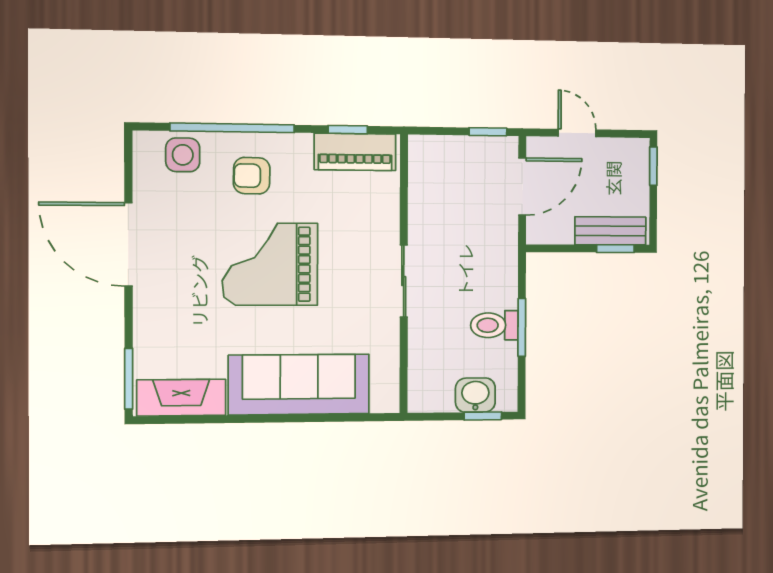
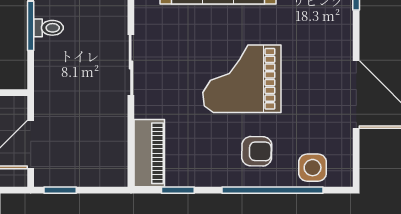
piano: (355, 152) -> (149, 153), moved, turned 90
grand piano: (270, 264) -> (242, 79), turned 180
toilet: (494, 325) -> (49, 28), width x0.73, depth x0.72

